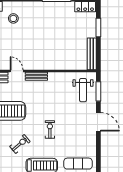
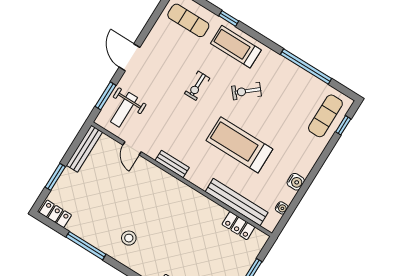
stool: (13, 18) -> (129, 238), moved
door: (17, 71) -> (132, 148), moved
weight bench: (83, 90) -> (124, 110), turned 180

